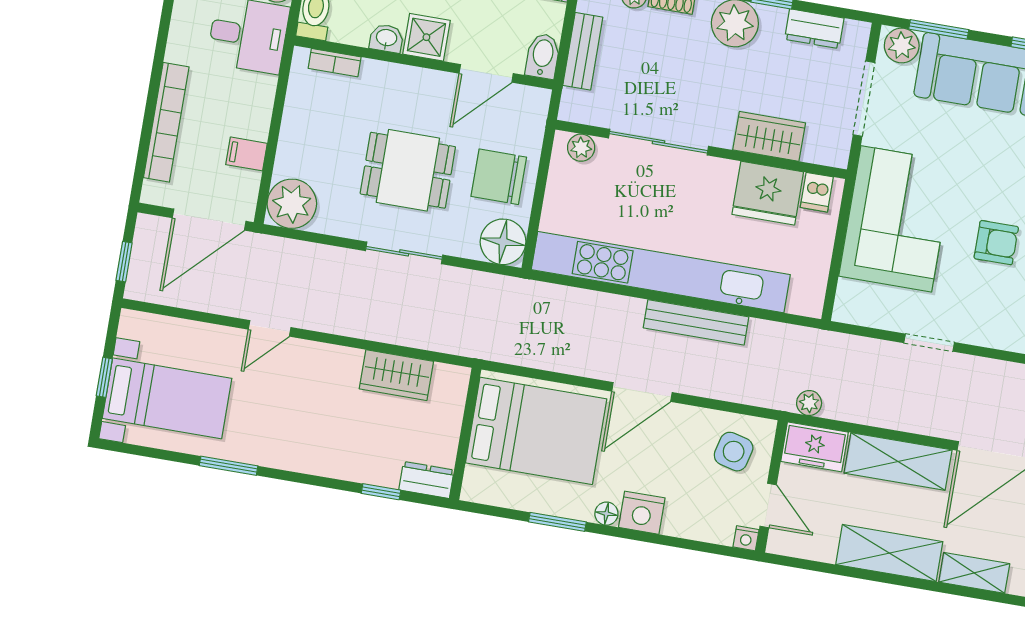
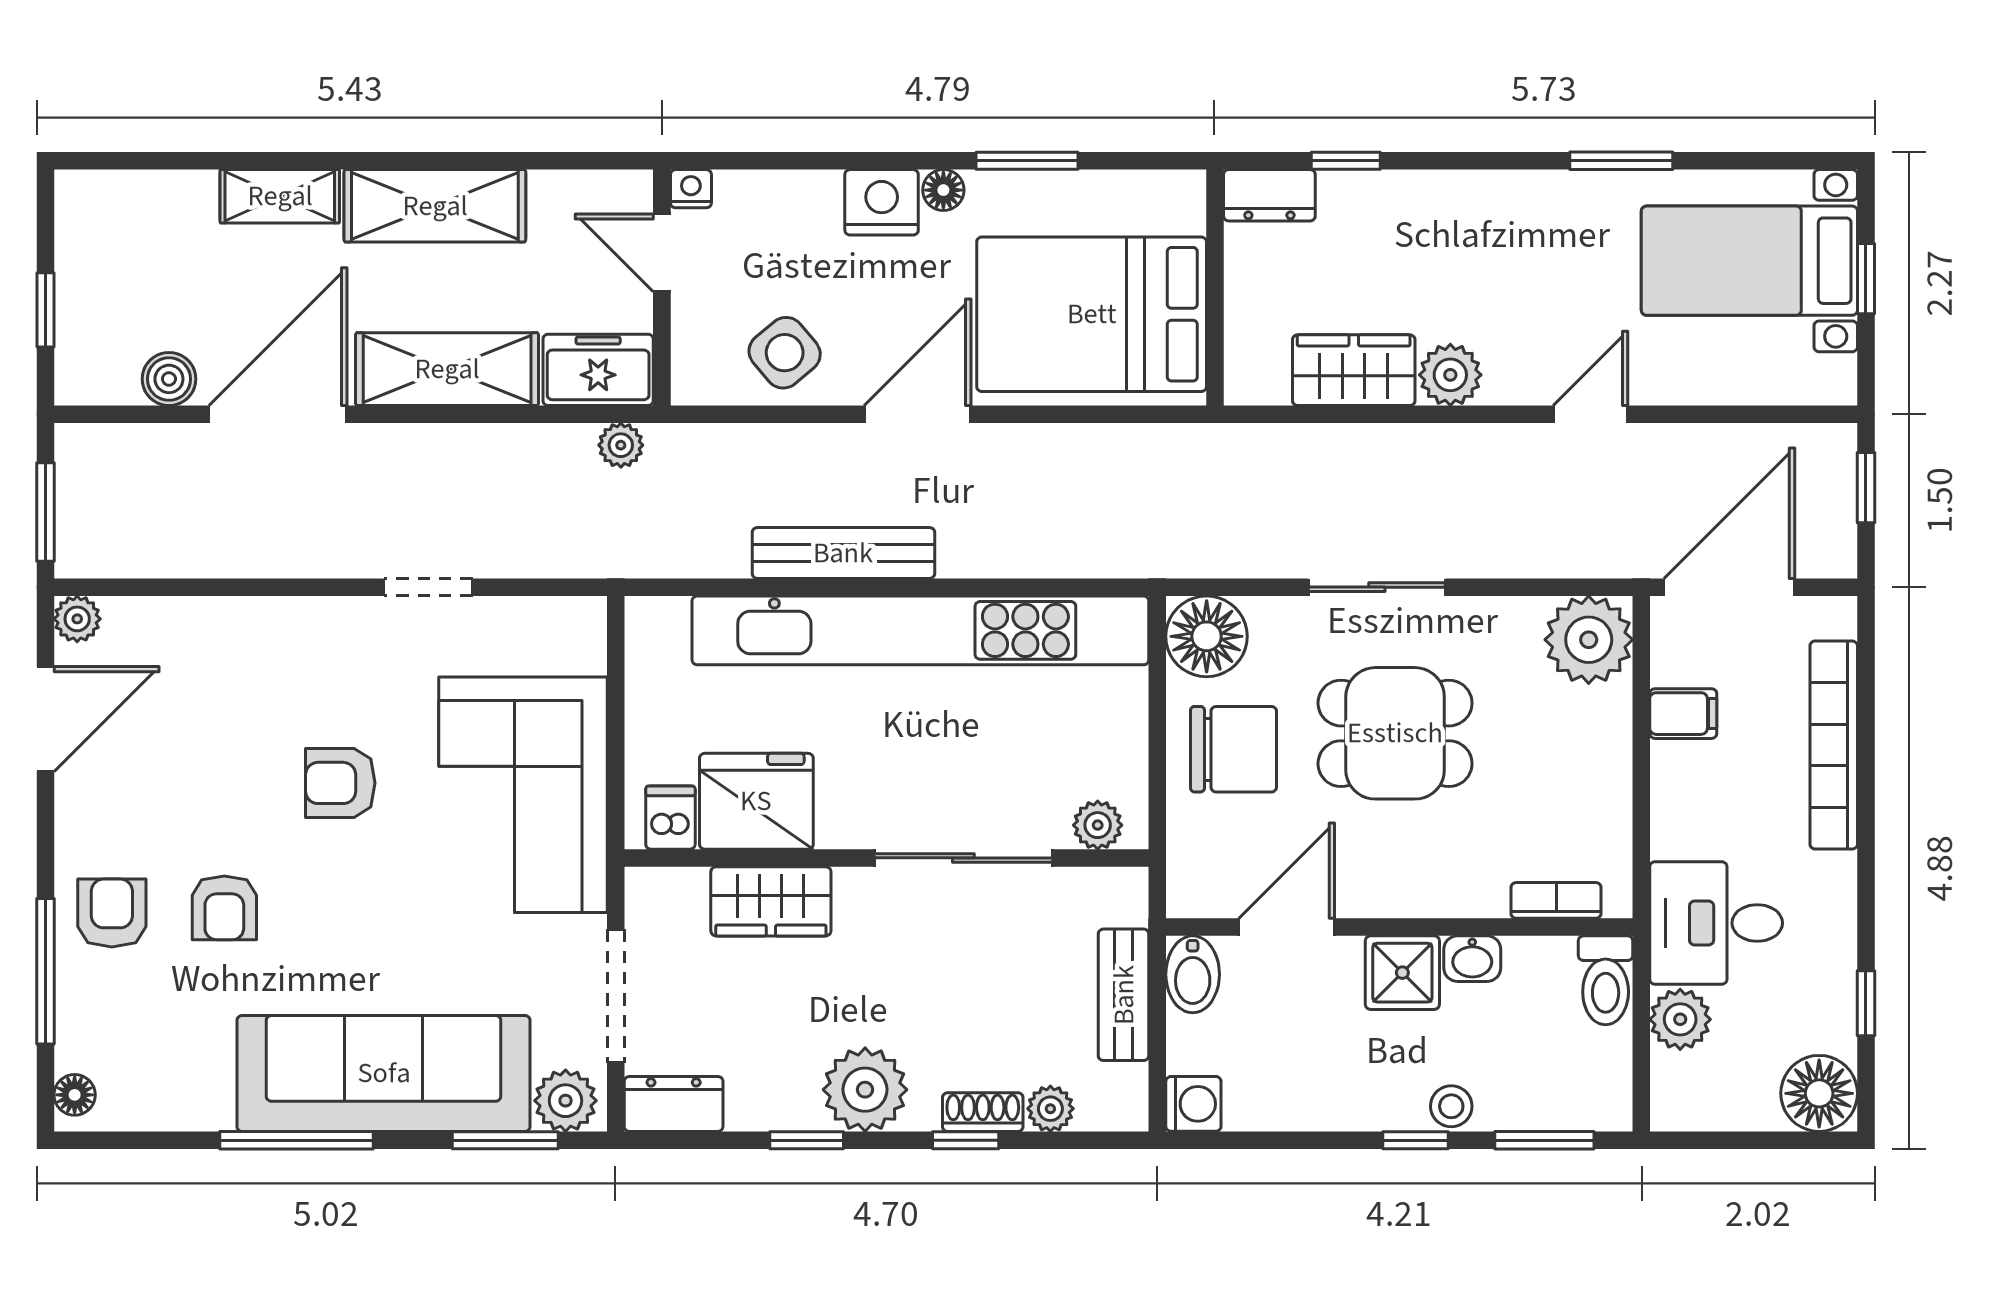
dresser: (814, 29) -> (674, 1104), moved
plant: (343, 363) -> (1450, 375), added
side table: (734, 452) -> (785, 353), moved, turned 36

